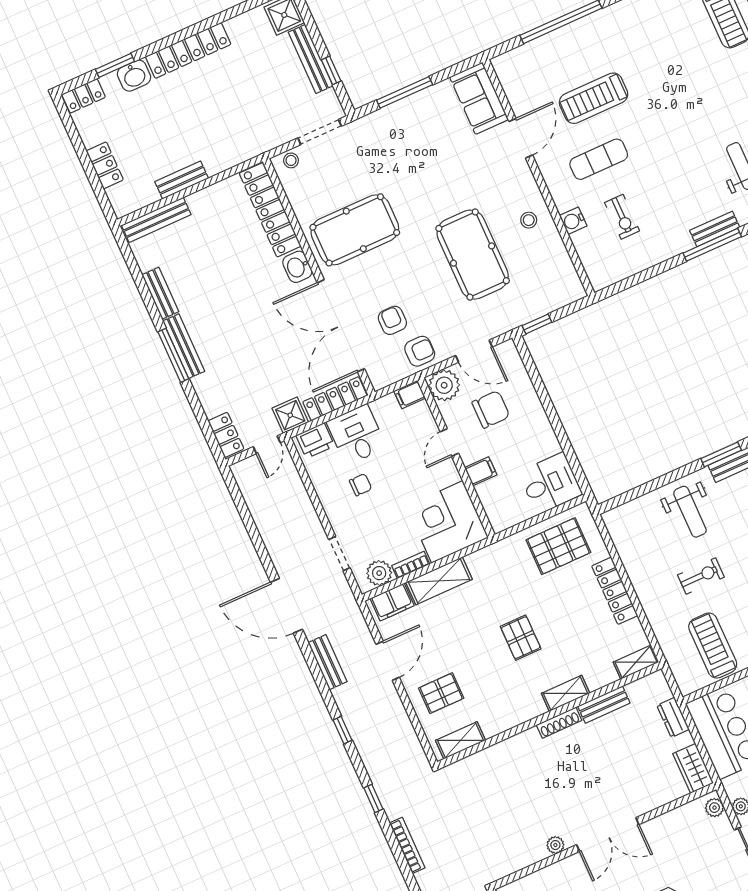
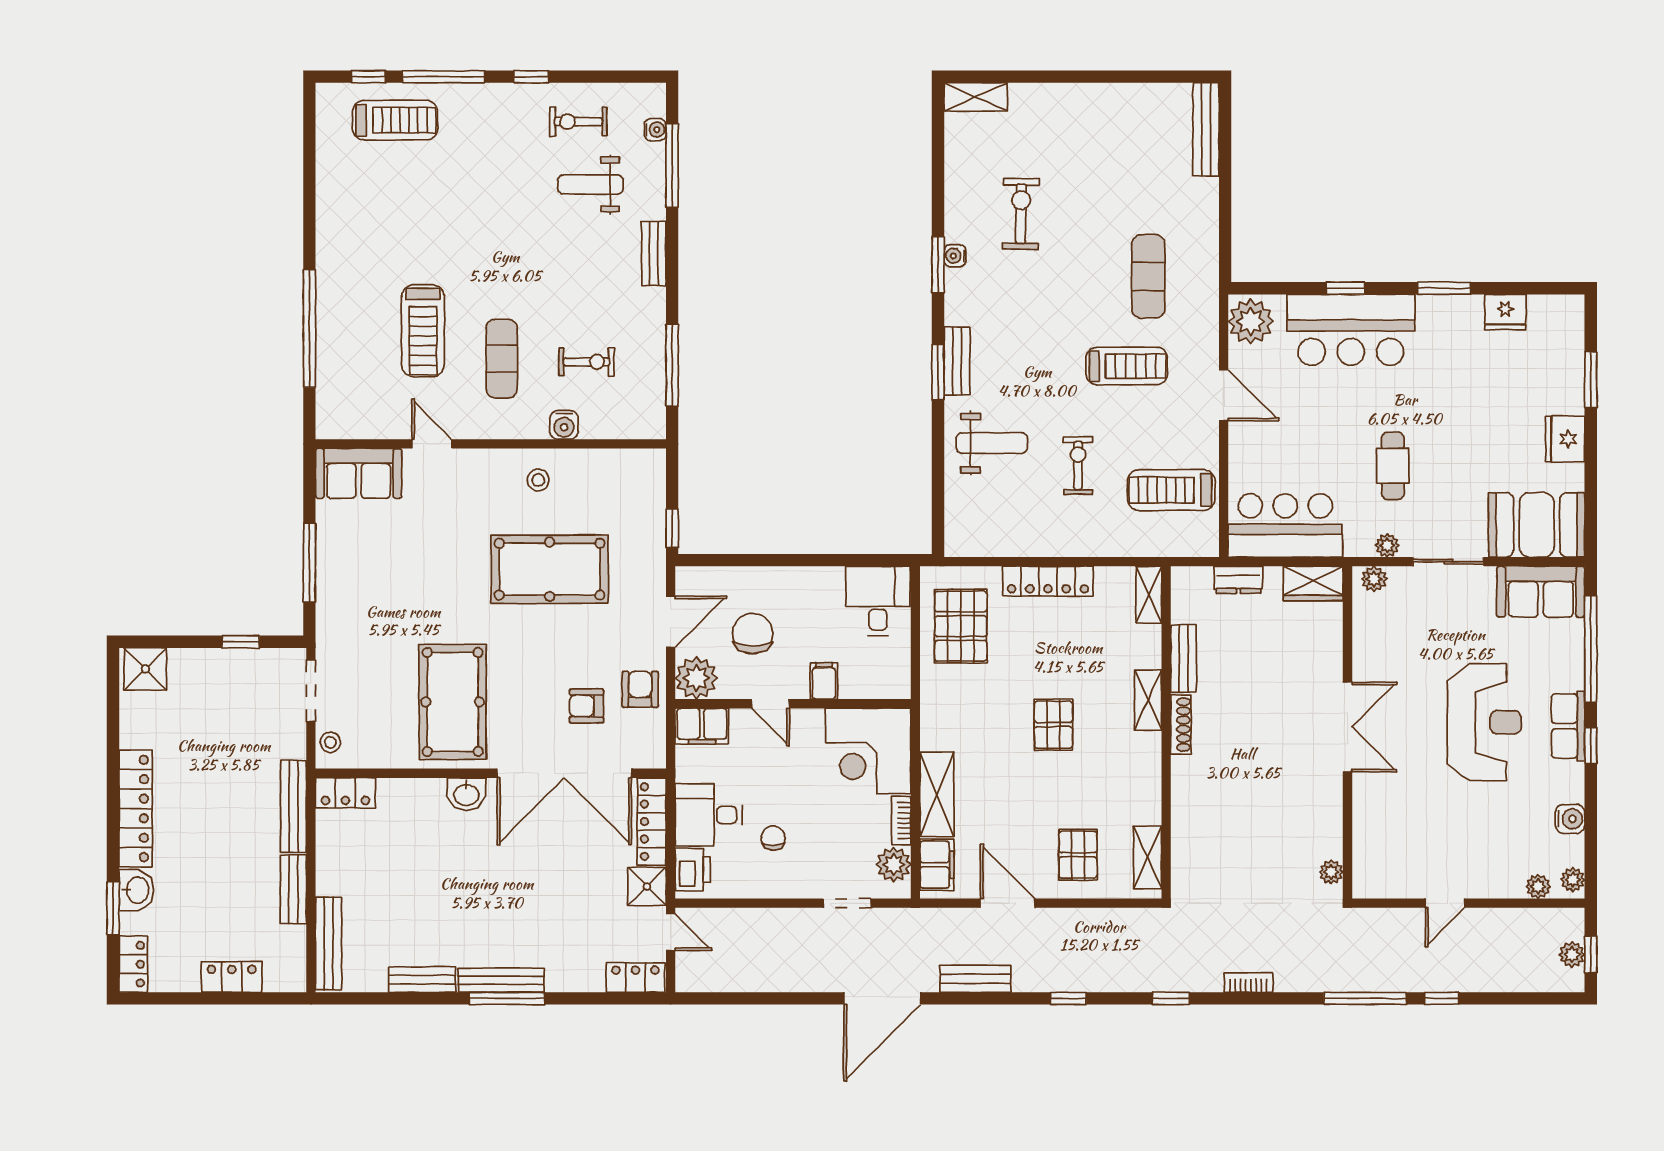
bench: (311, 59) -> (294, 806), moved, turned 90
door: (521, 138) -> (432, 444), width x0.73
locker: (270, 210) -> (345, 793), width x0.46, depth x0.83
window: (712, 245) -> (672, 365), moved
filing cabinet: (410, 395) -> (702, 726), width x2.00
pallet: (521, 638) -> (1053, 725), turned 90
bookcase: (407, 845) -> (1248, 983), width x0.64
plant: (555, 845) -> (1331, 872), moved

